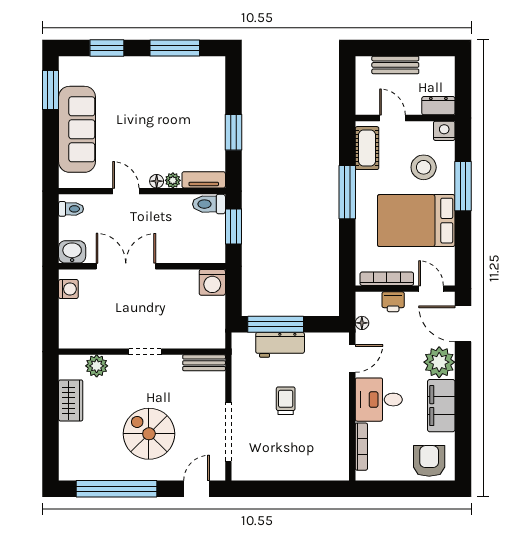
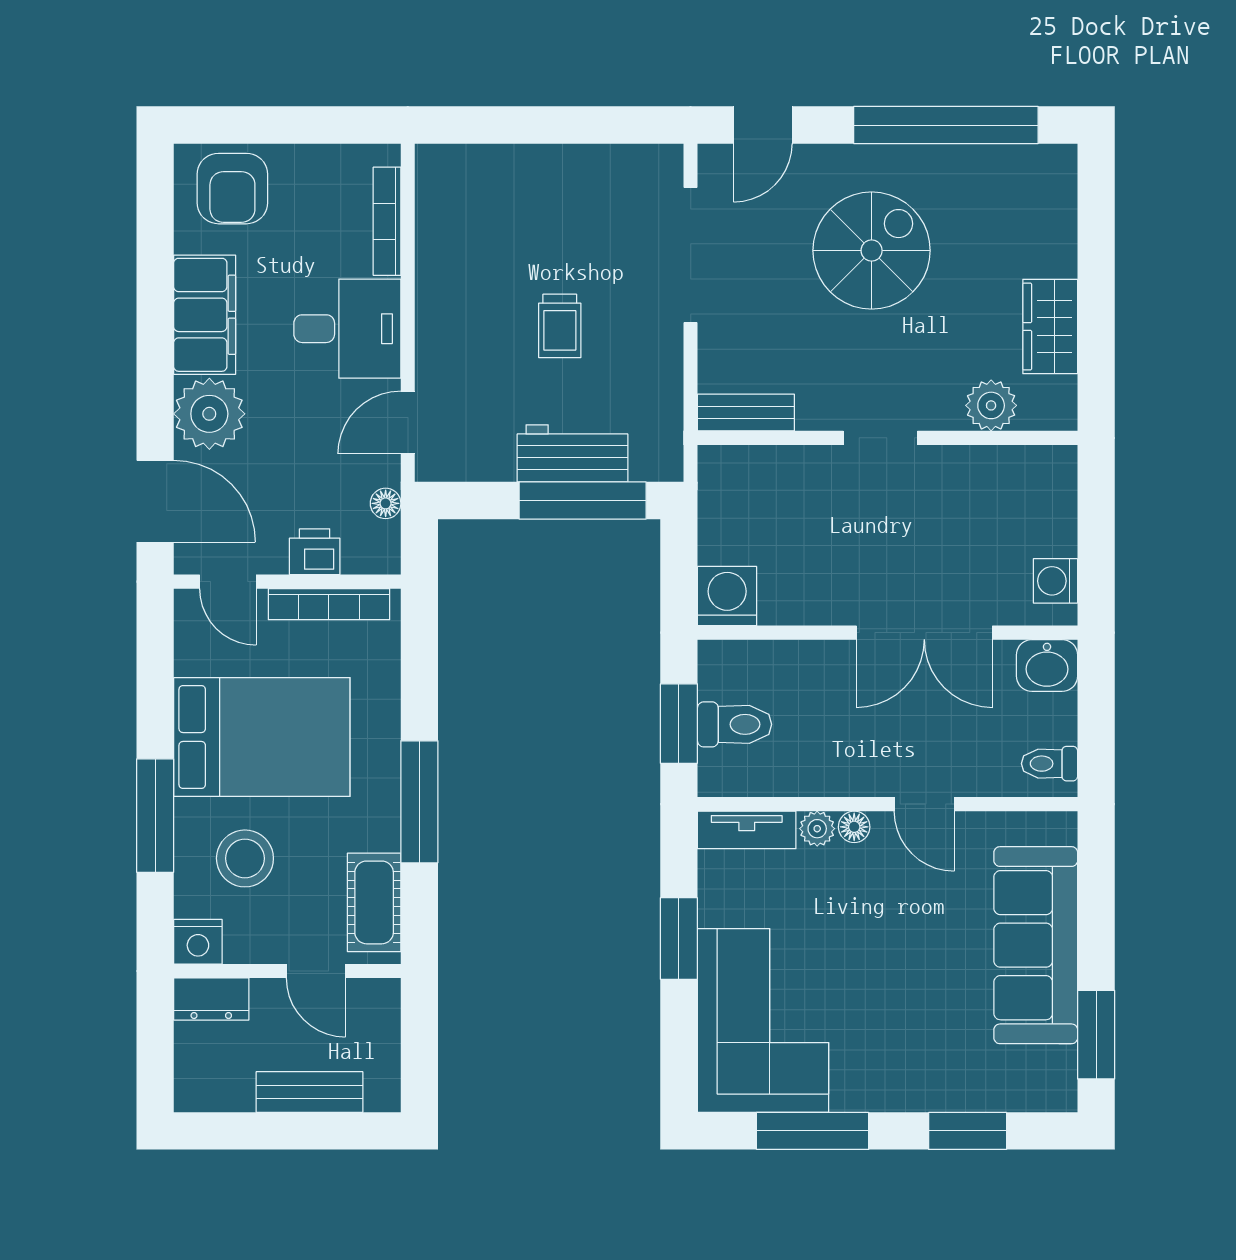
corner sofa: (197, 96) -> (763, 1020), added
toilet: (209, 204) -> (735, 724), moved
spiral stairs: (149, 434) -> (872, 251), turned -90

